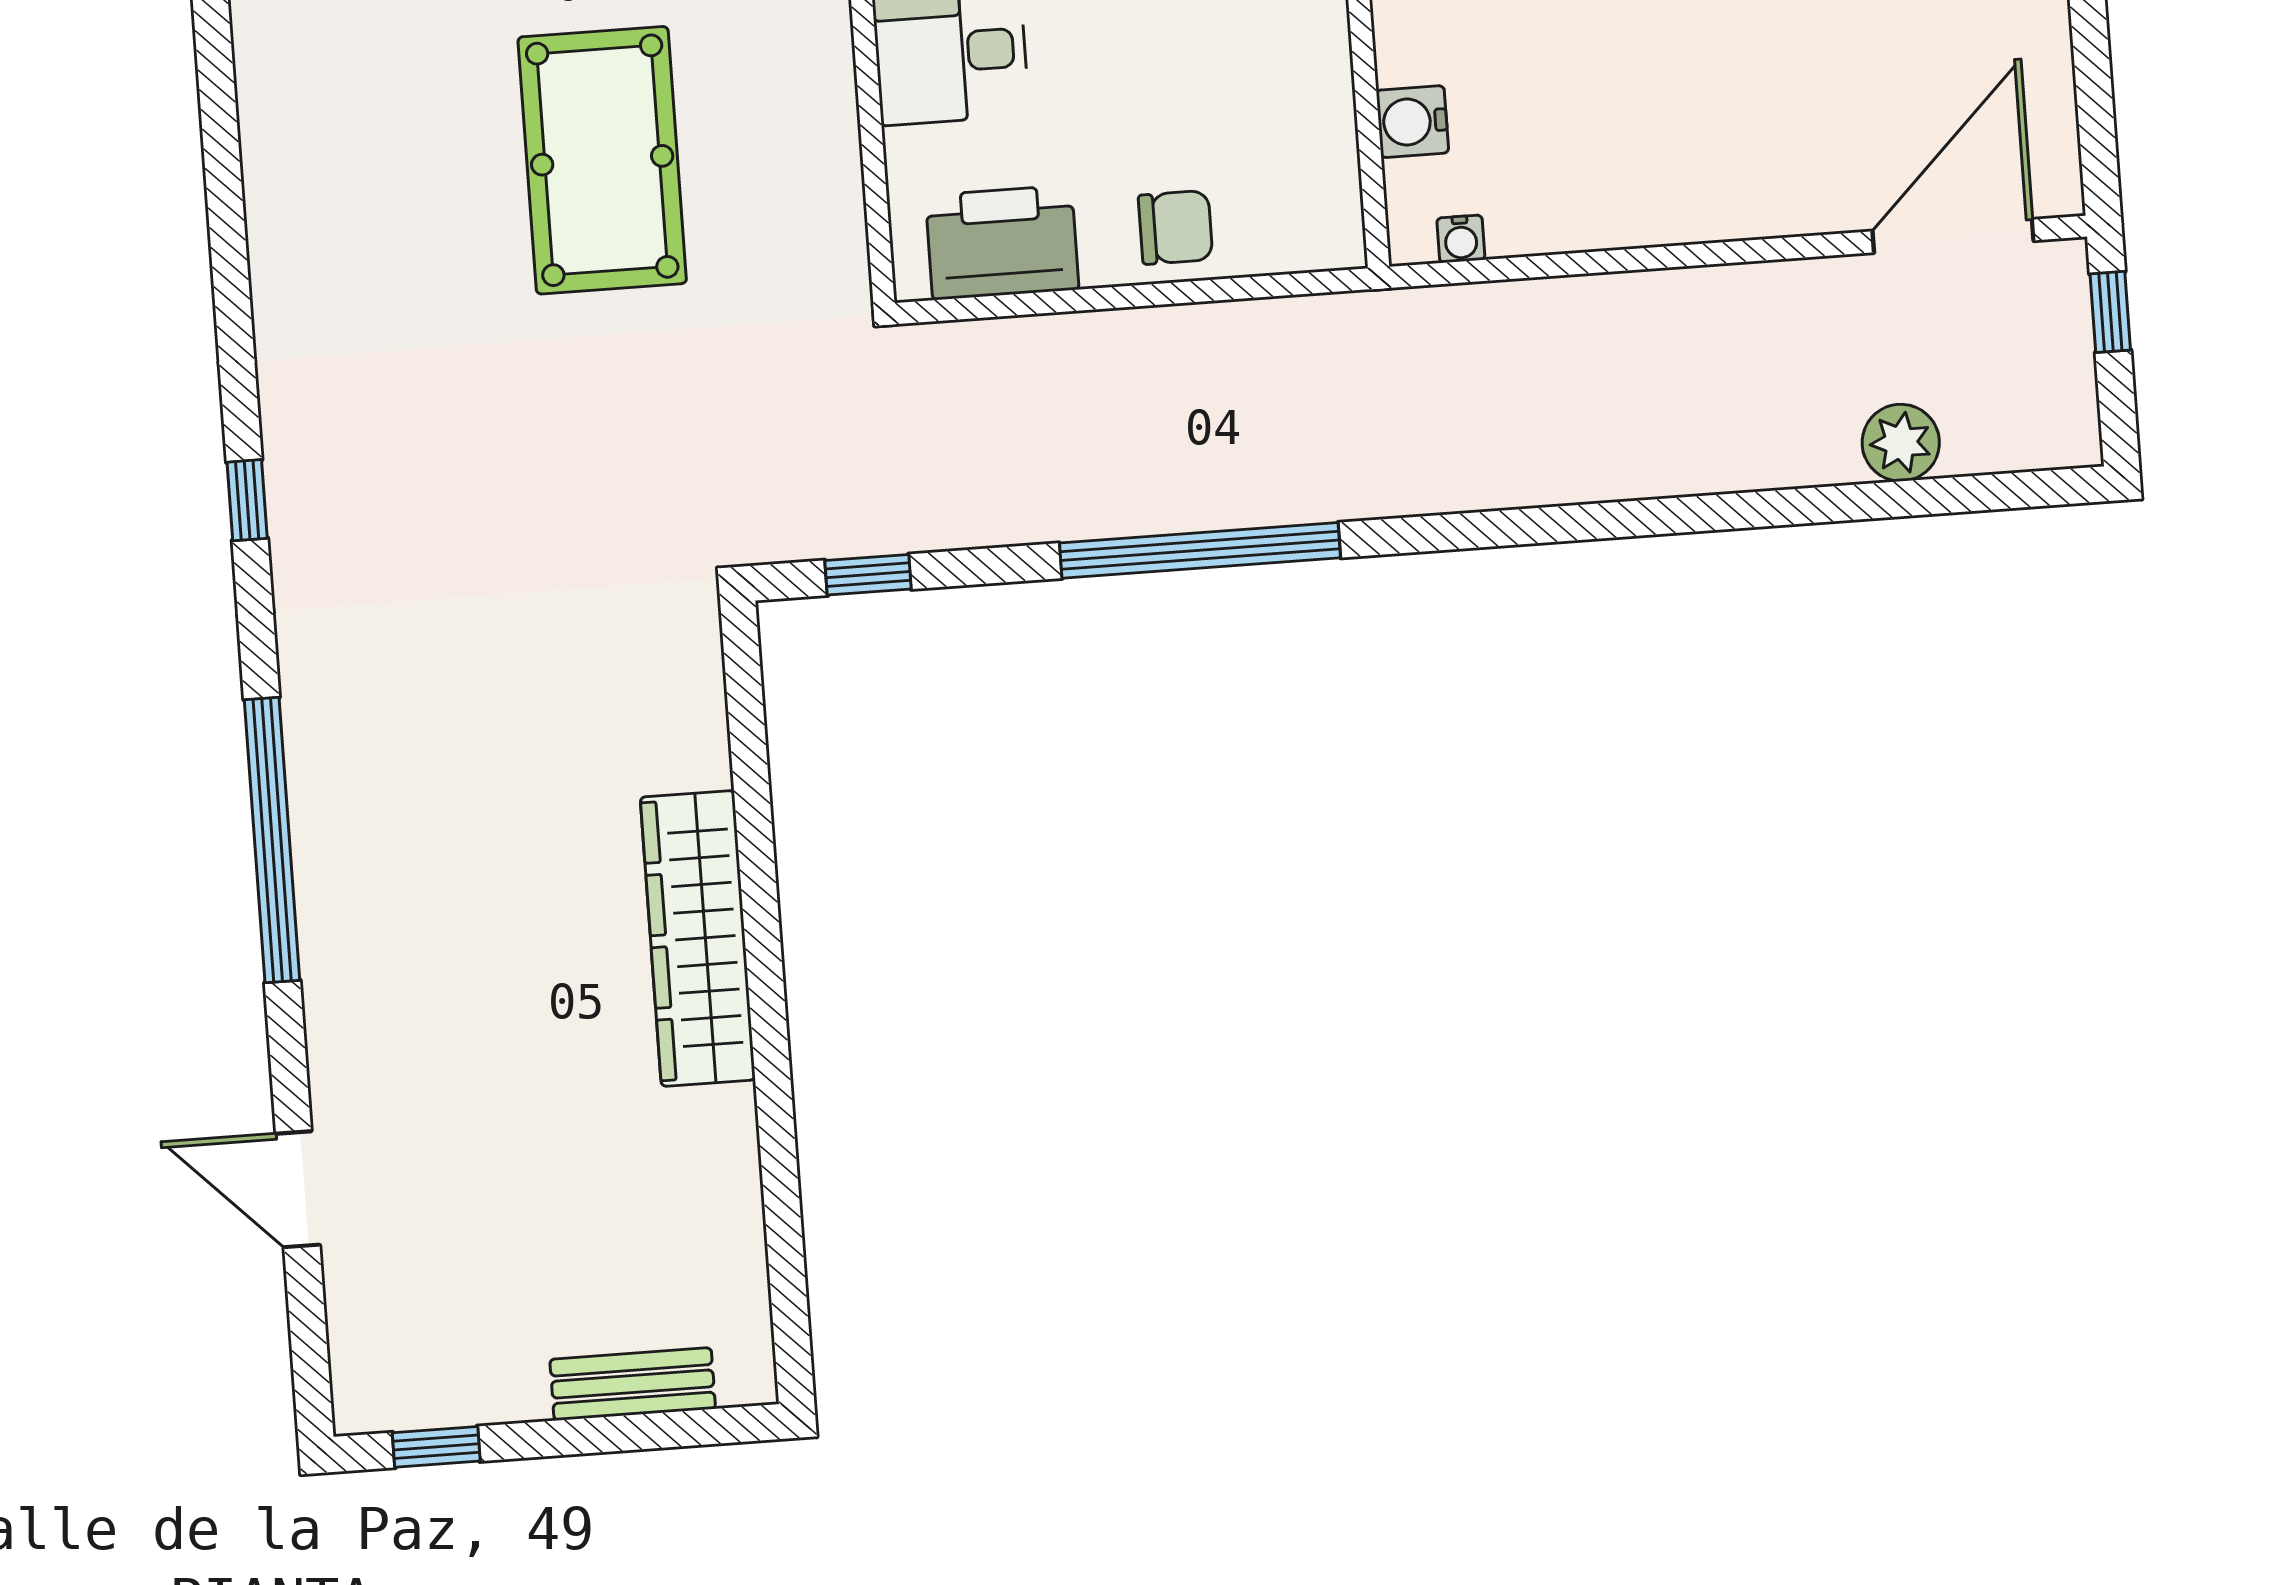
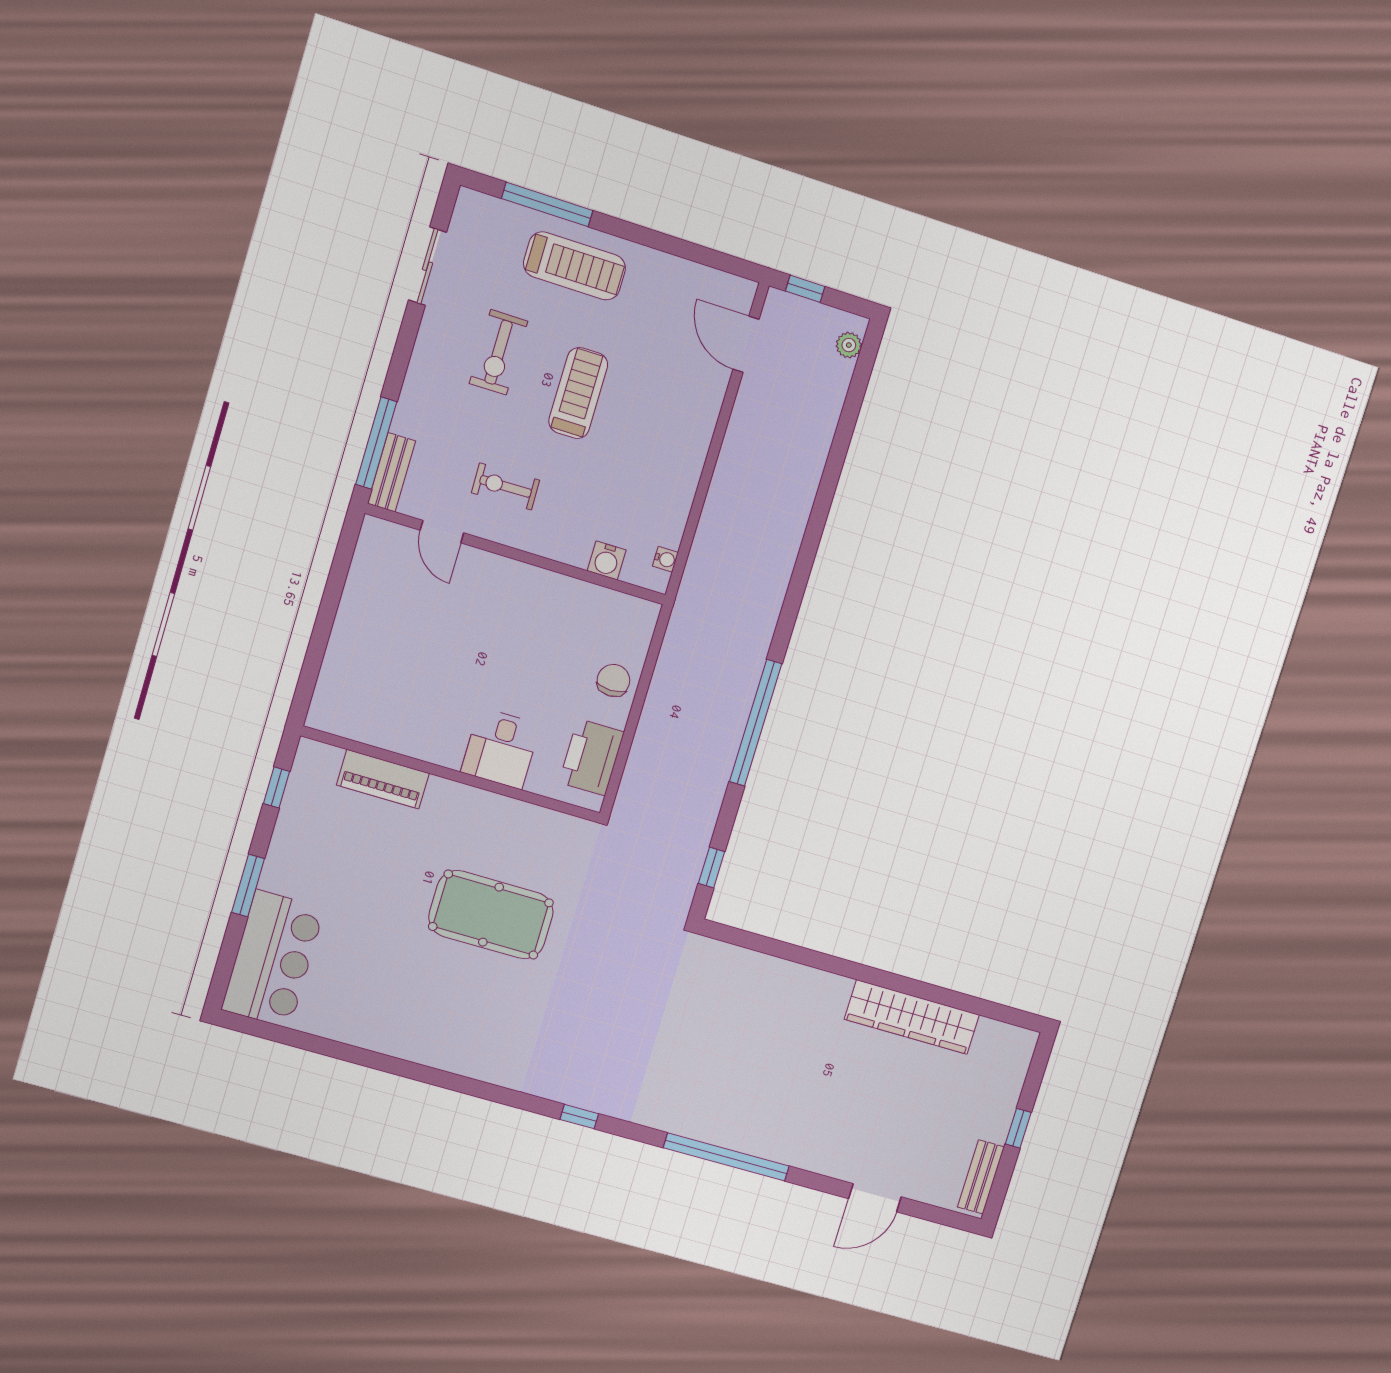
door: (1953, 236) -> (746, 344), width x0.73
plant: (1901, 443) -> (849, 345), moved, width x0.73, depth x0.73
wardrobe: (698, 938) -> (912, 1017), moved
bench: (633, 1384) -> (981, 1177), moved
window: (436, 1447) -> (1018, 1128), moved

